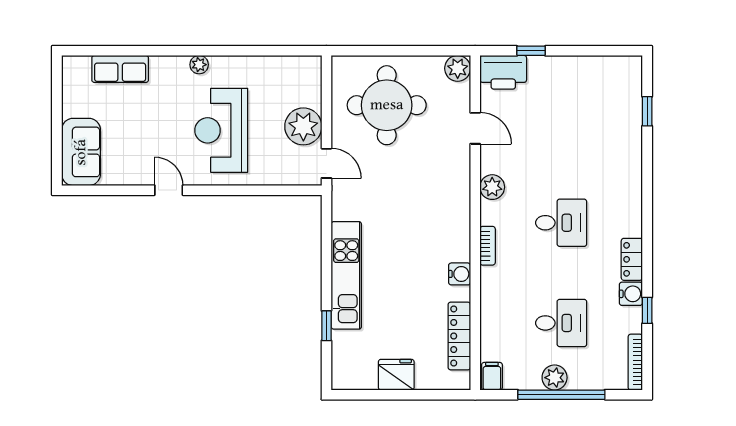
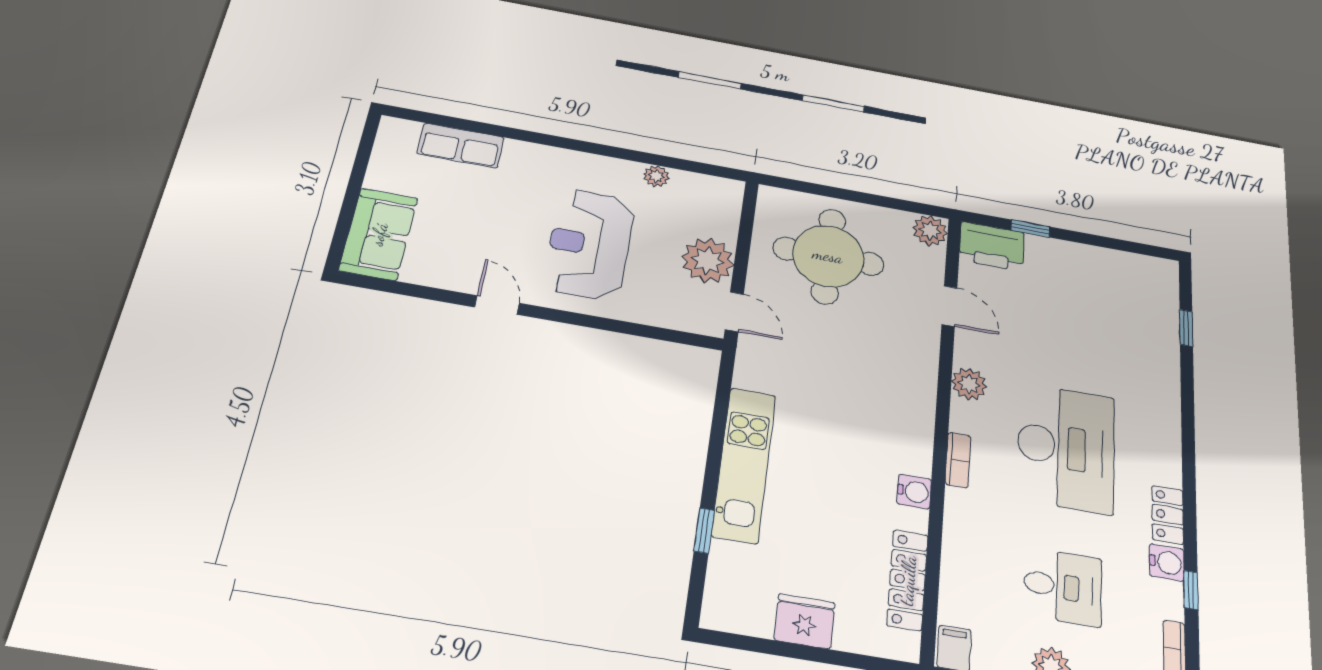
plant: (199, 65) -> (656, 176), moved
desk: (561, 223) -> (1066, 448), width x1.87, depth x1.30

